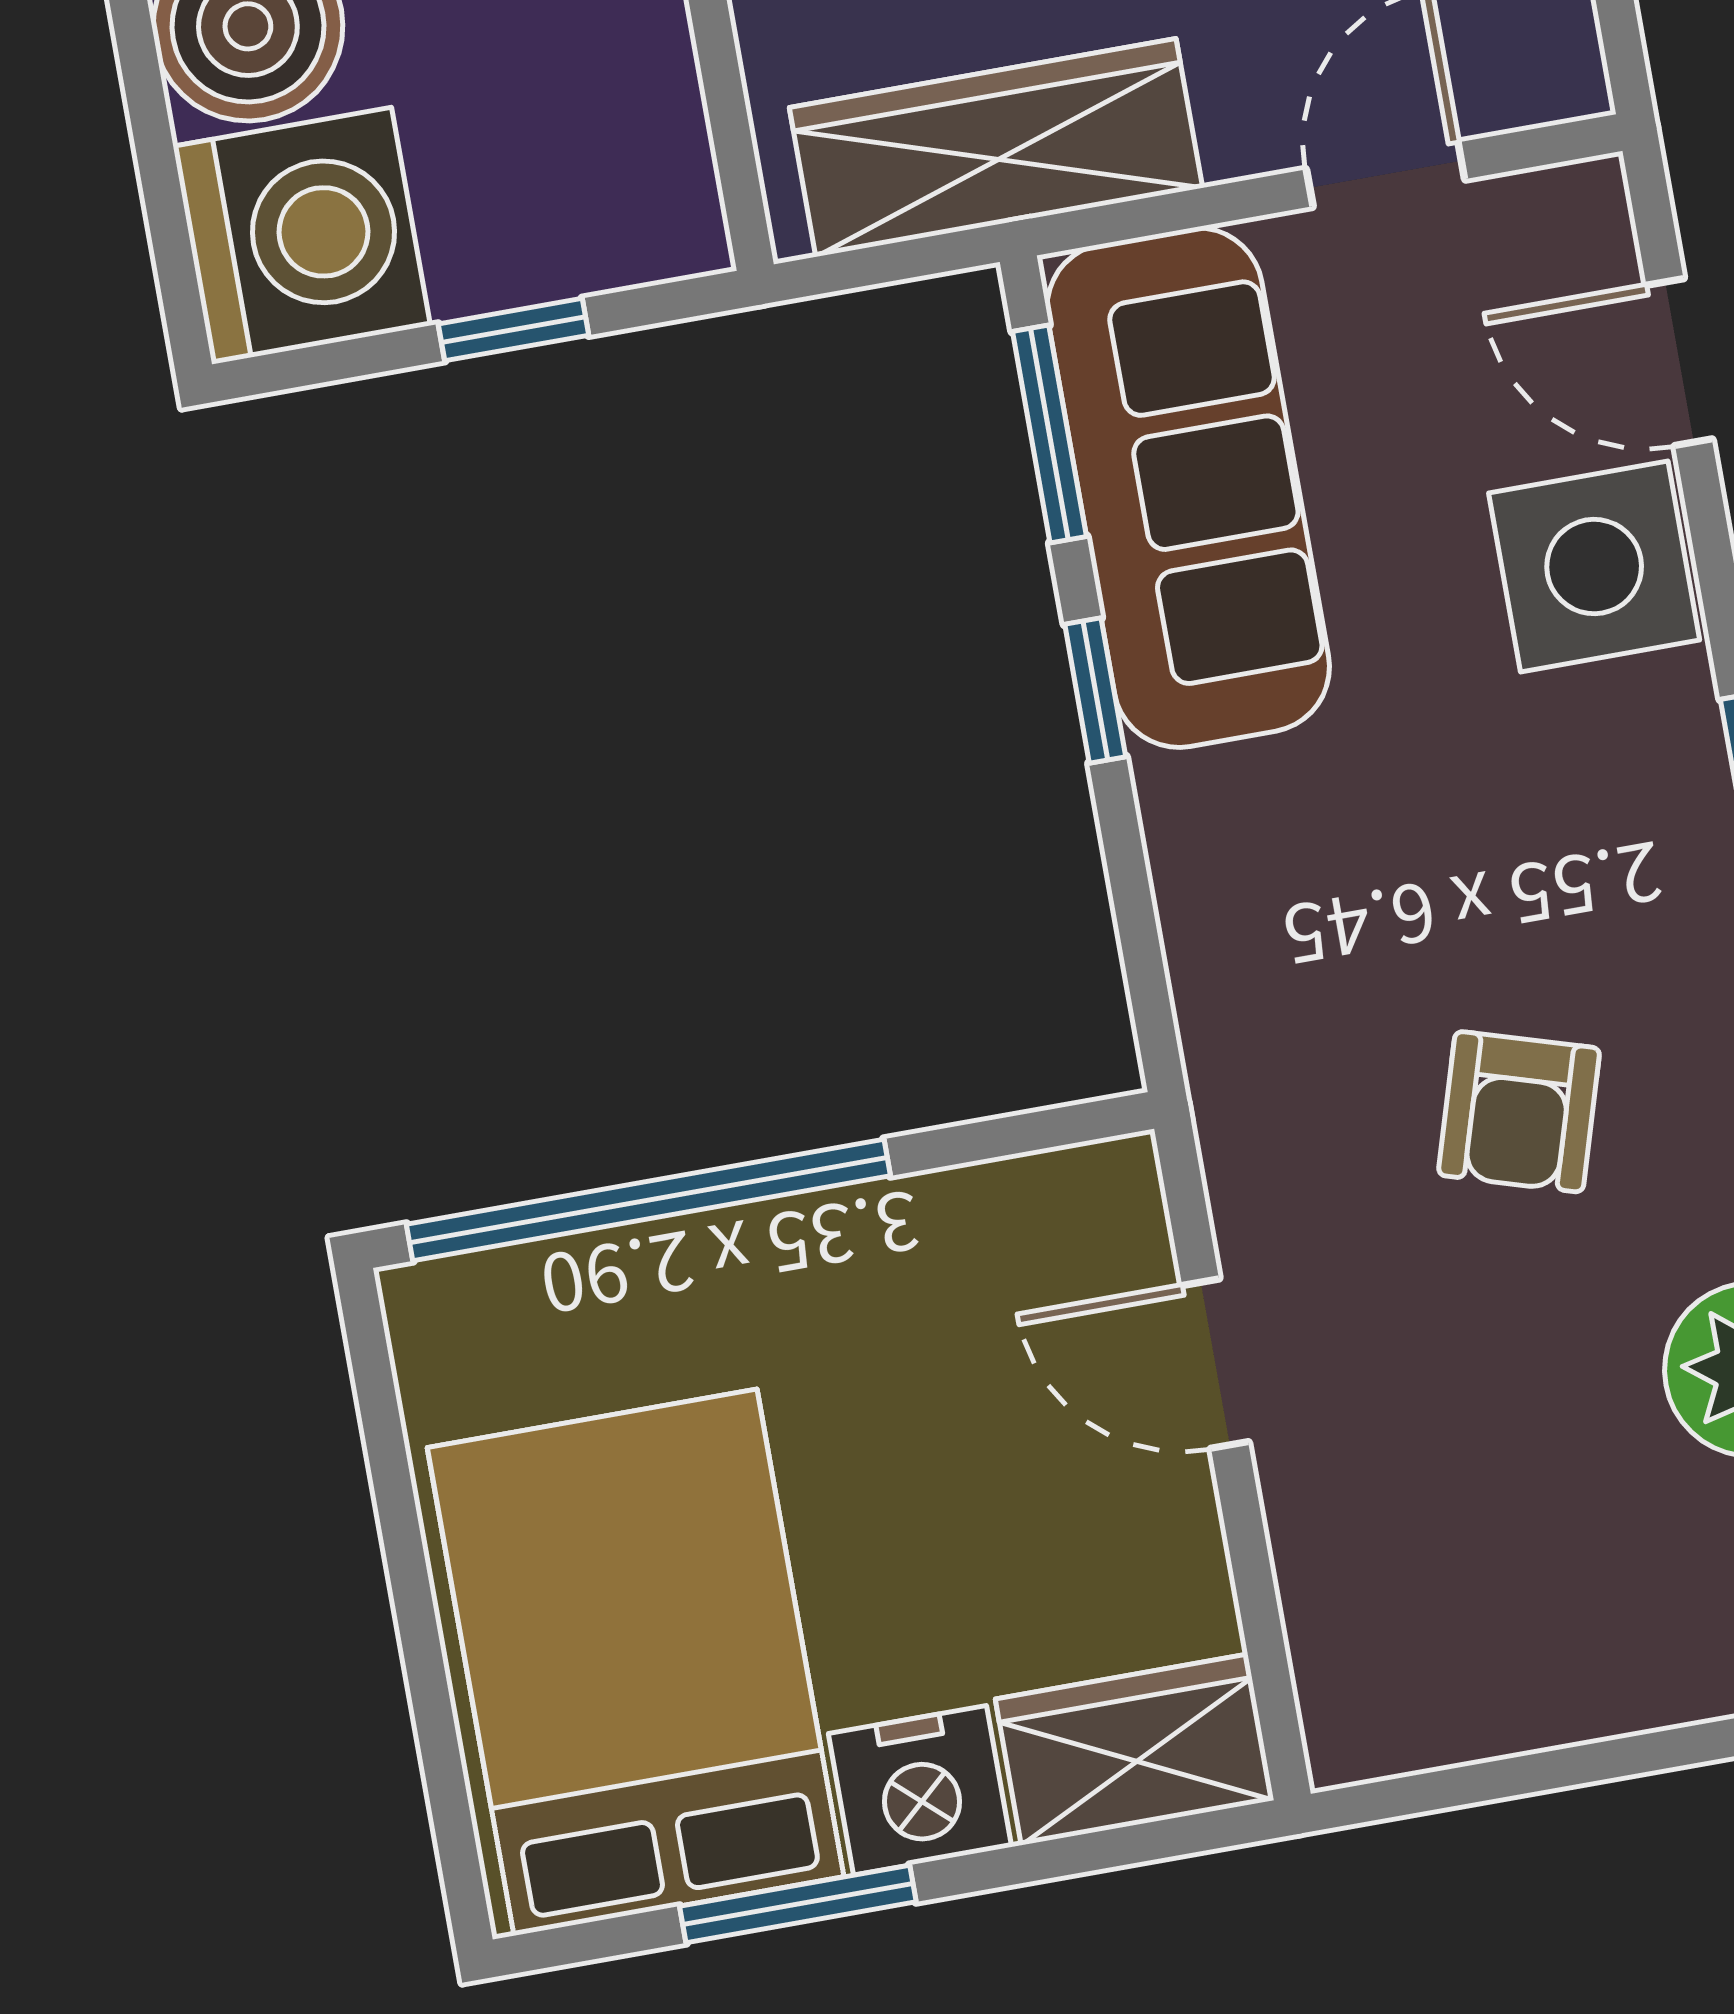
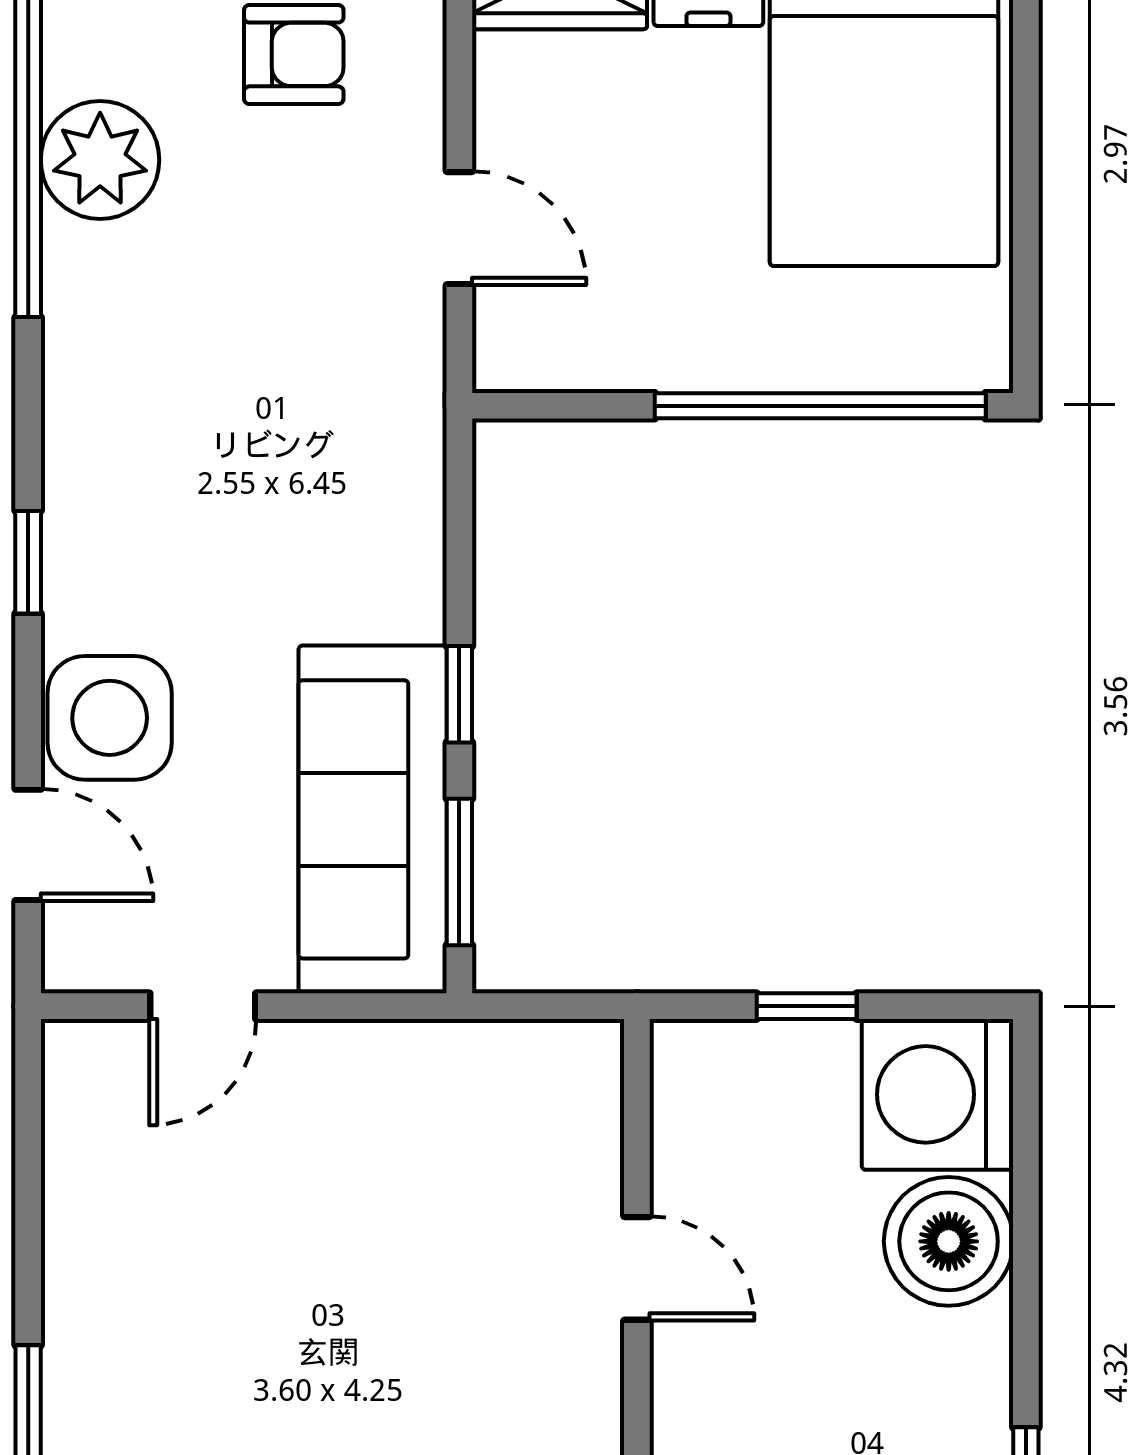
wardrobe: (996, 148) -> (461, 1071), removed
armchair: (1519, 1112) -> (294, 54), moved, turned 73

